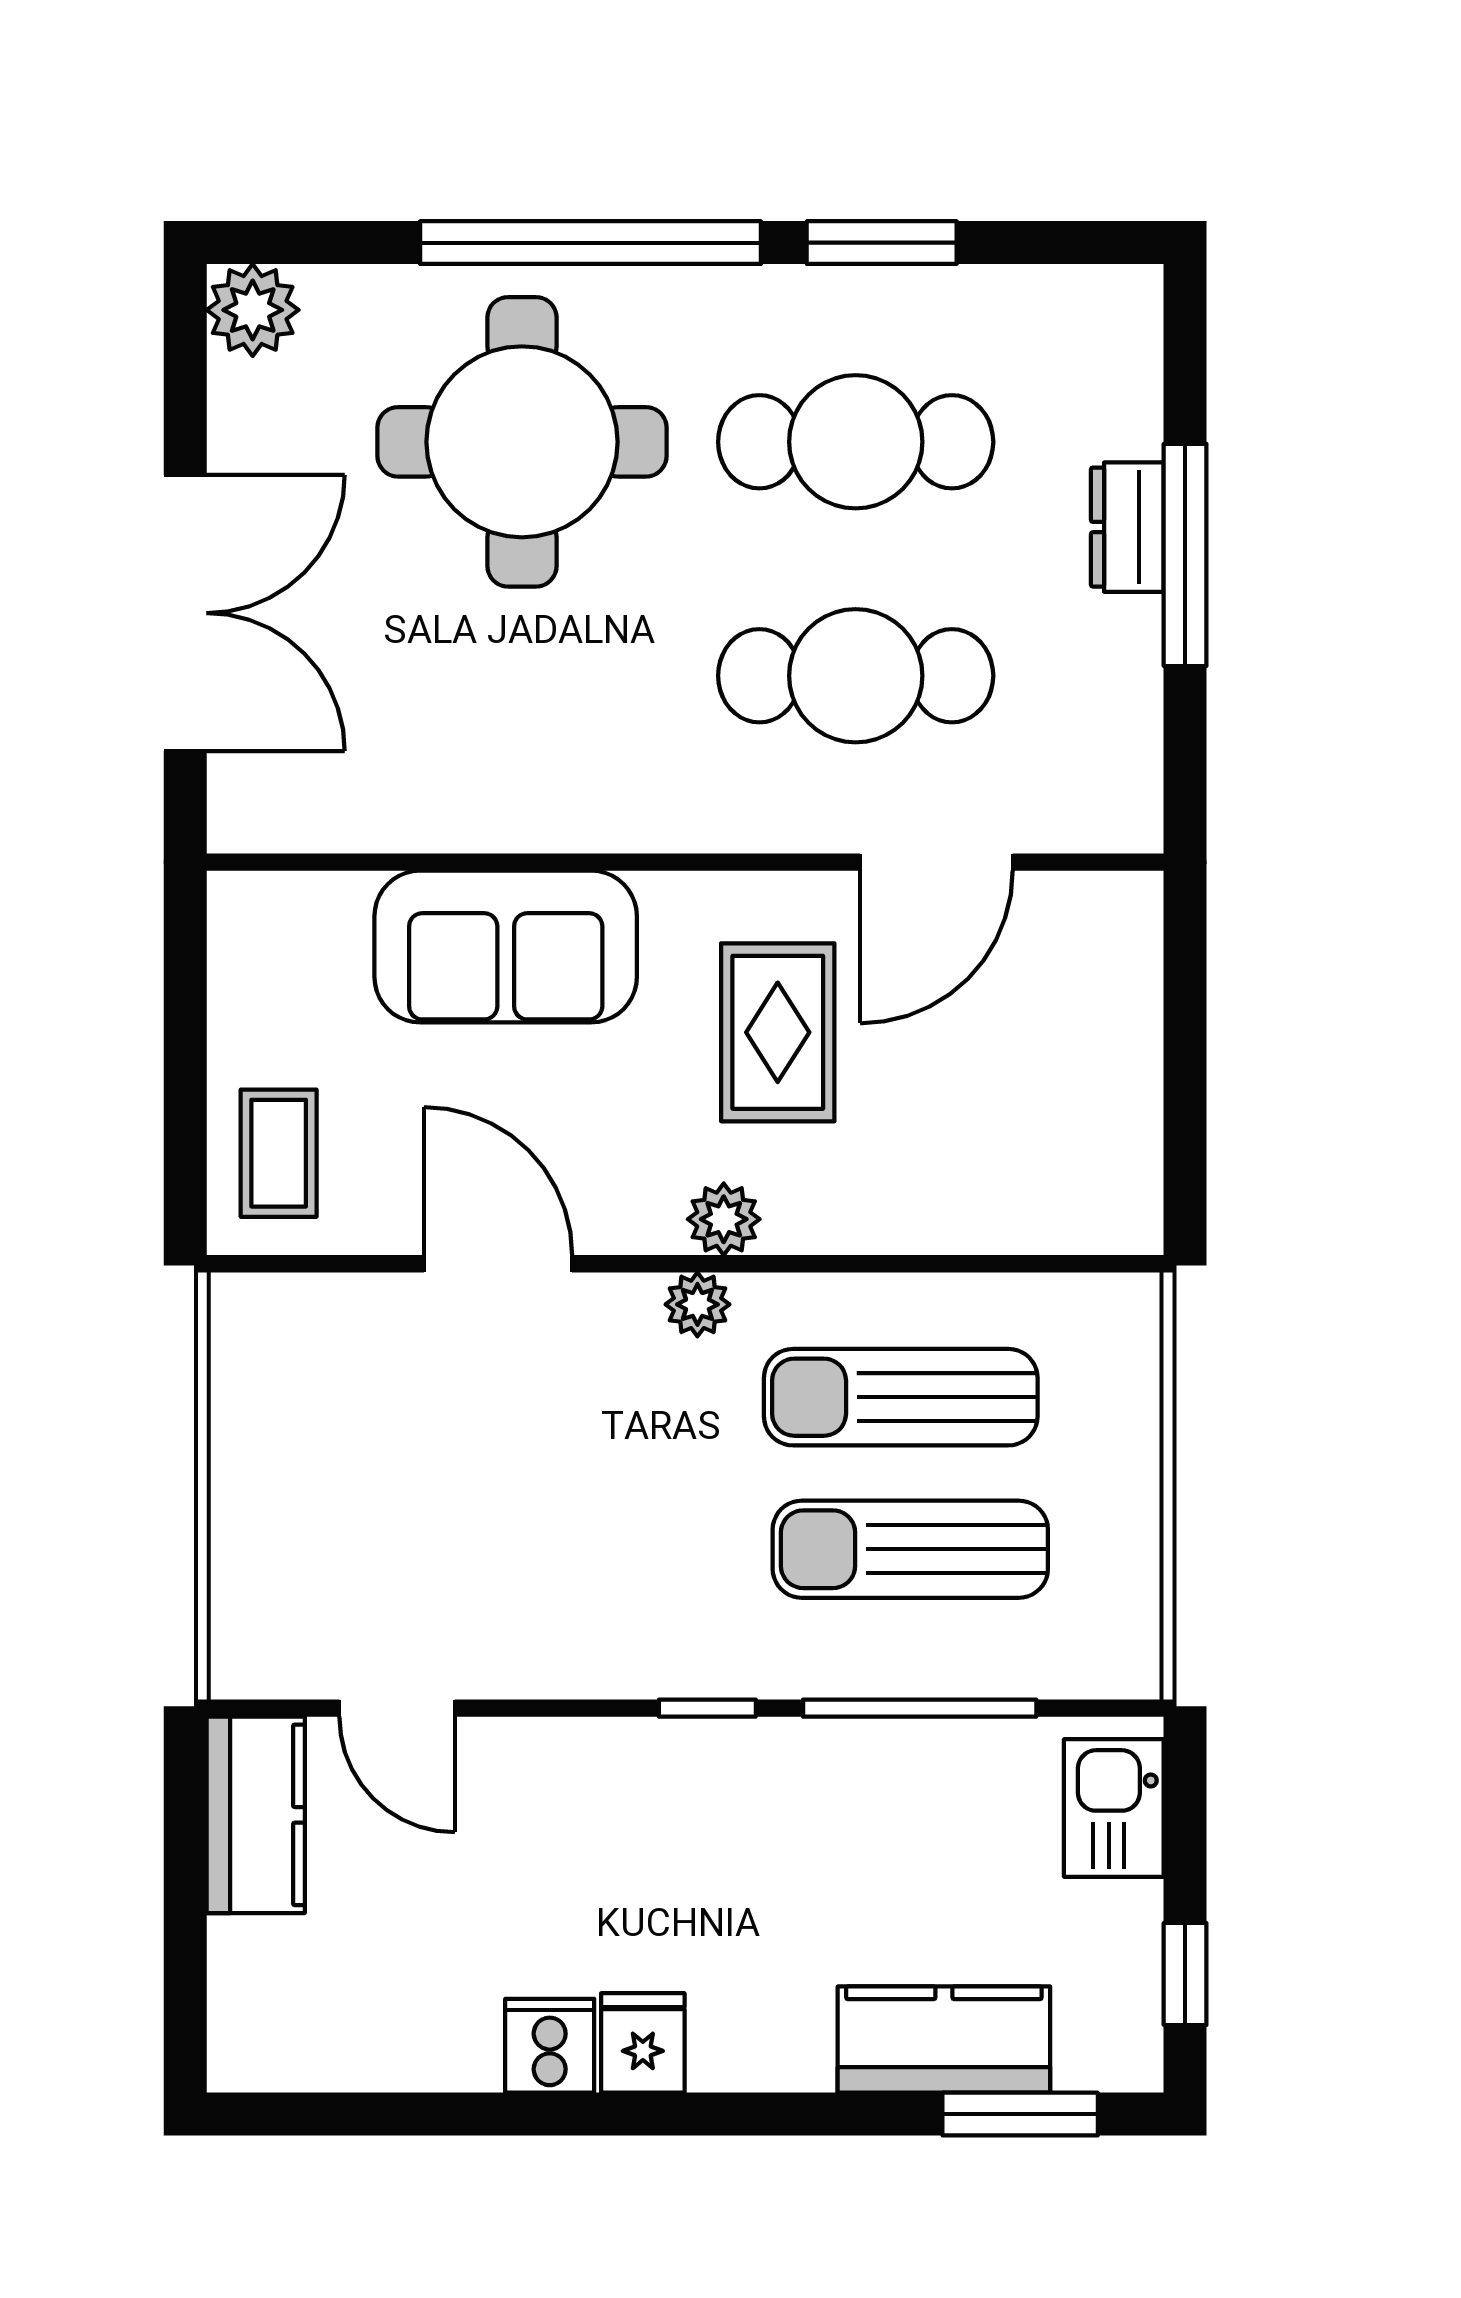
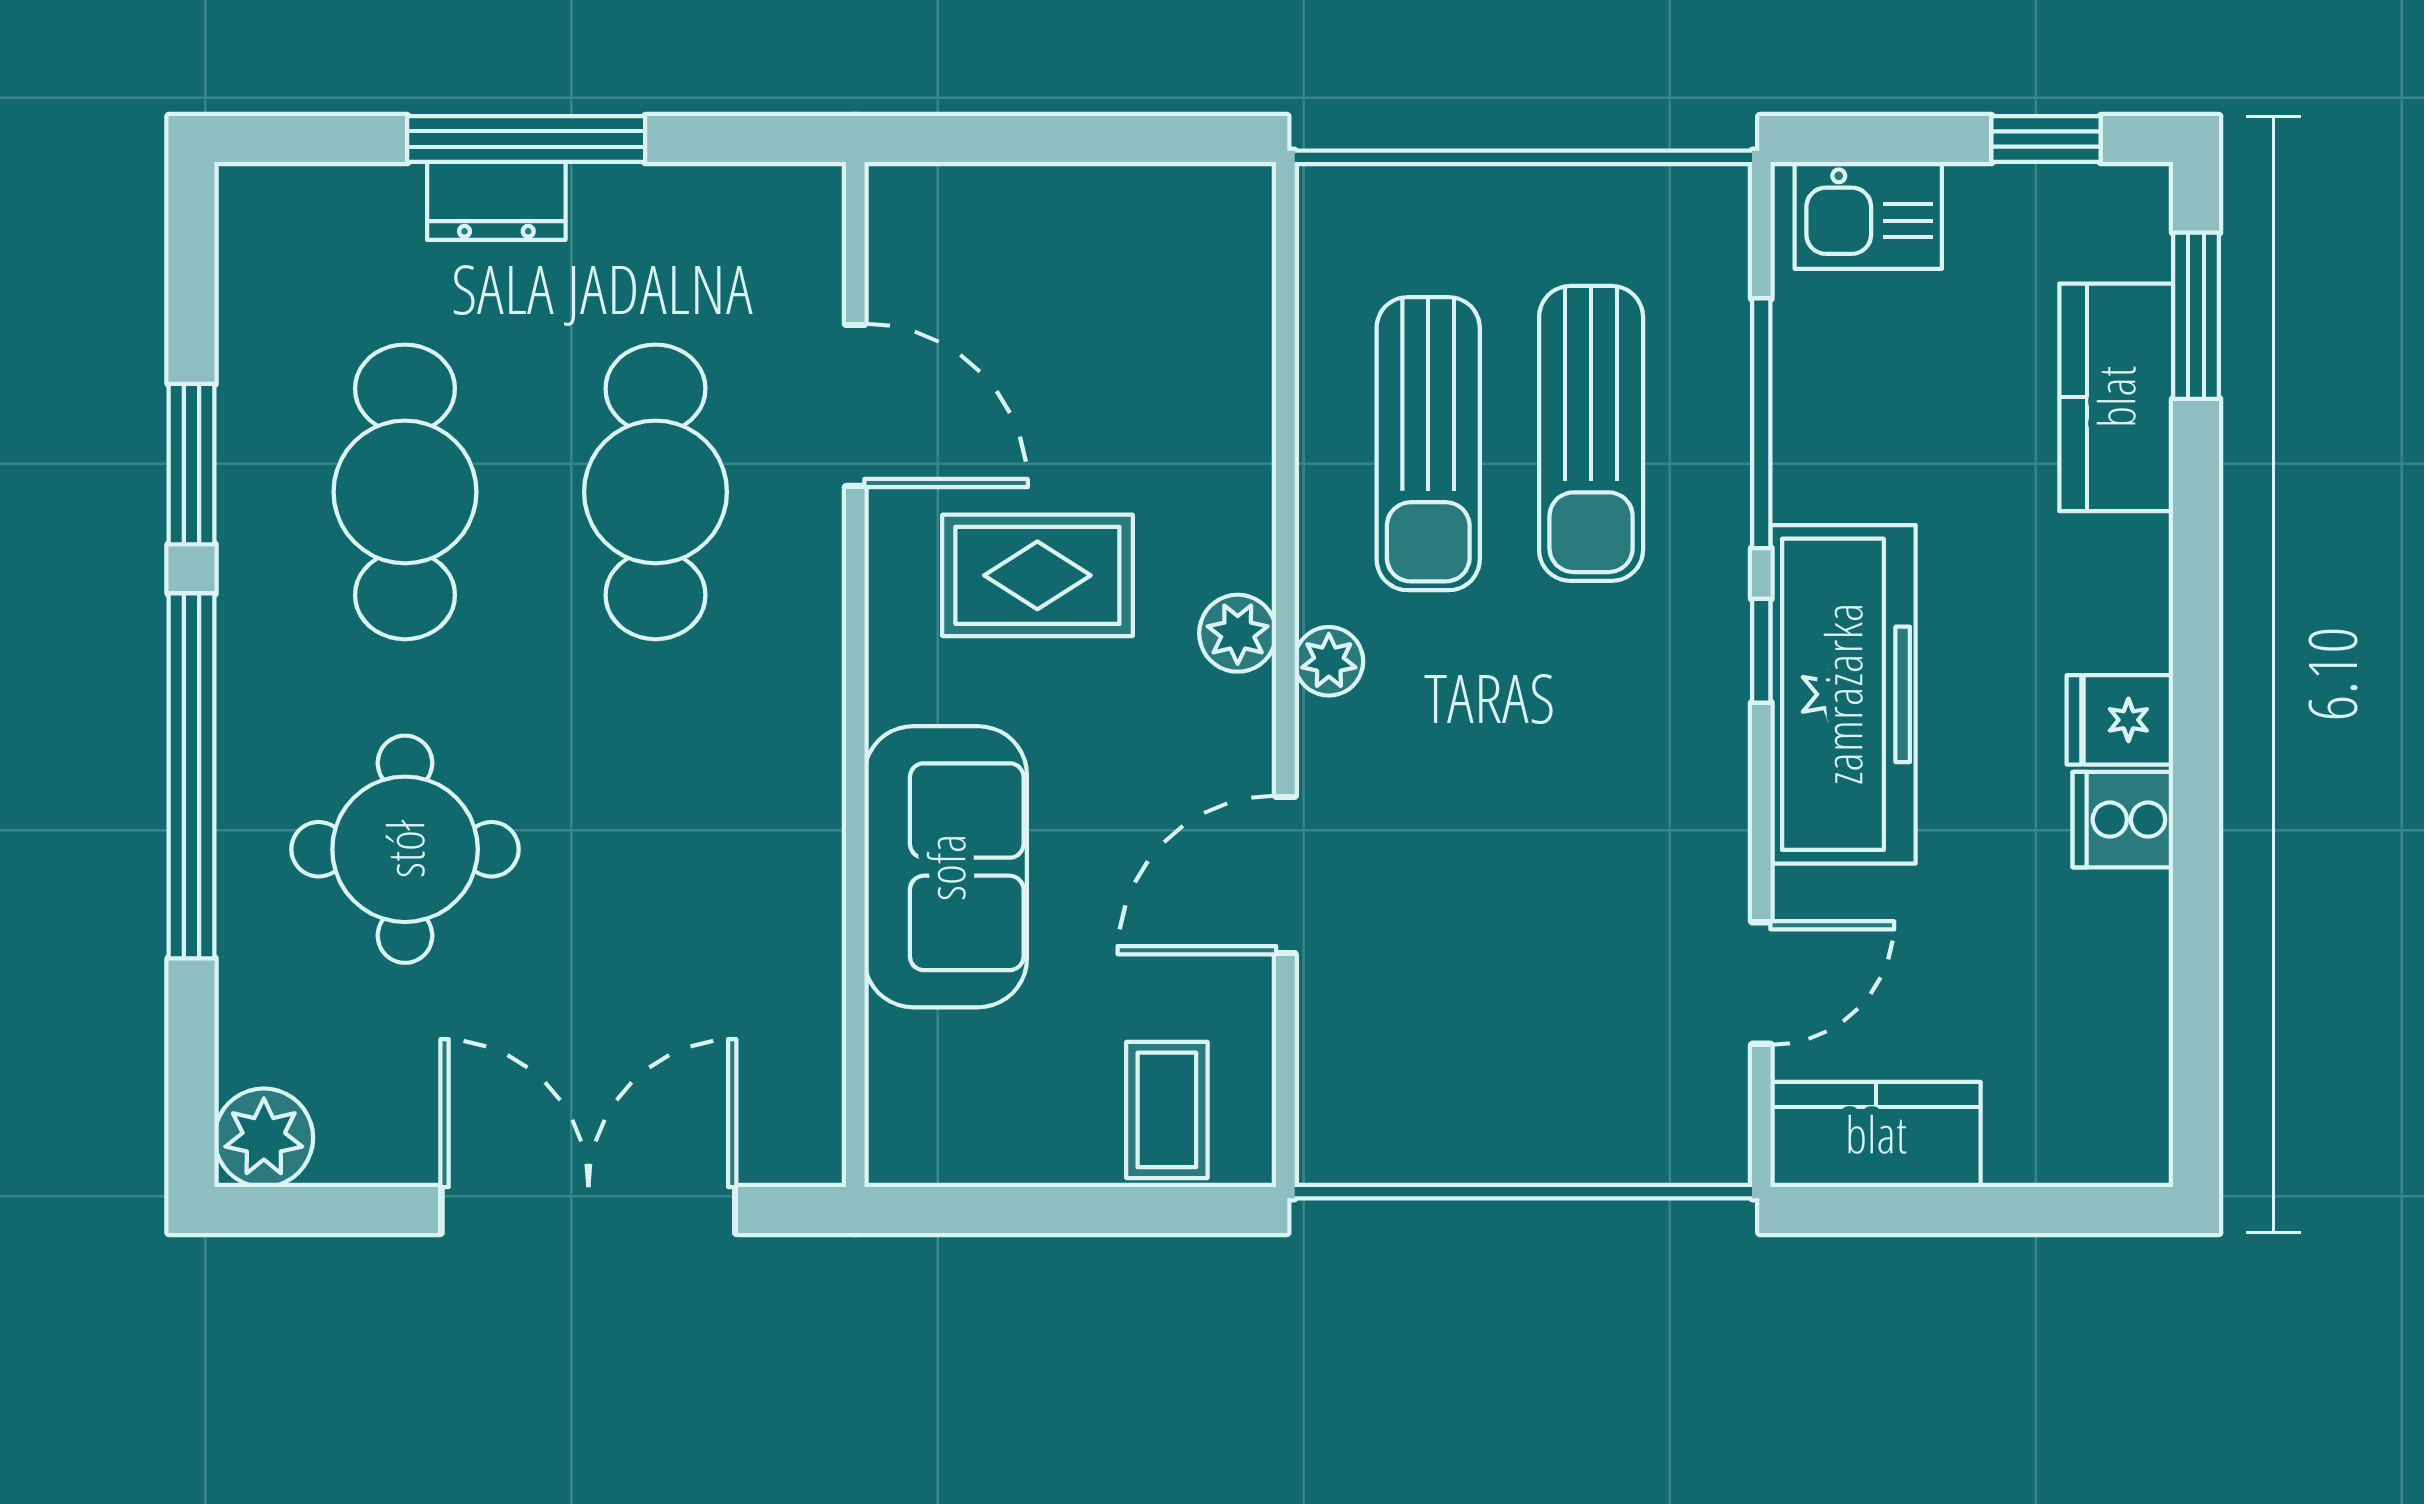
round table: (522, 442) -> (405, 849), width x0.73, depth x0.73
coffee table: (279, 1153) -> (1167, 1110), turned 90
freezer: (667, 1785) -> (1843, 694), added

